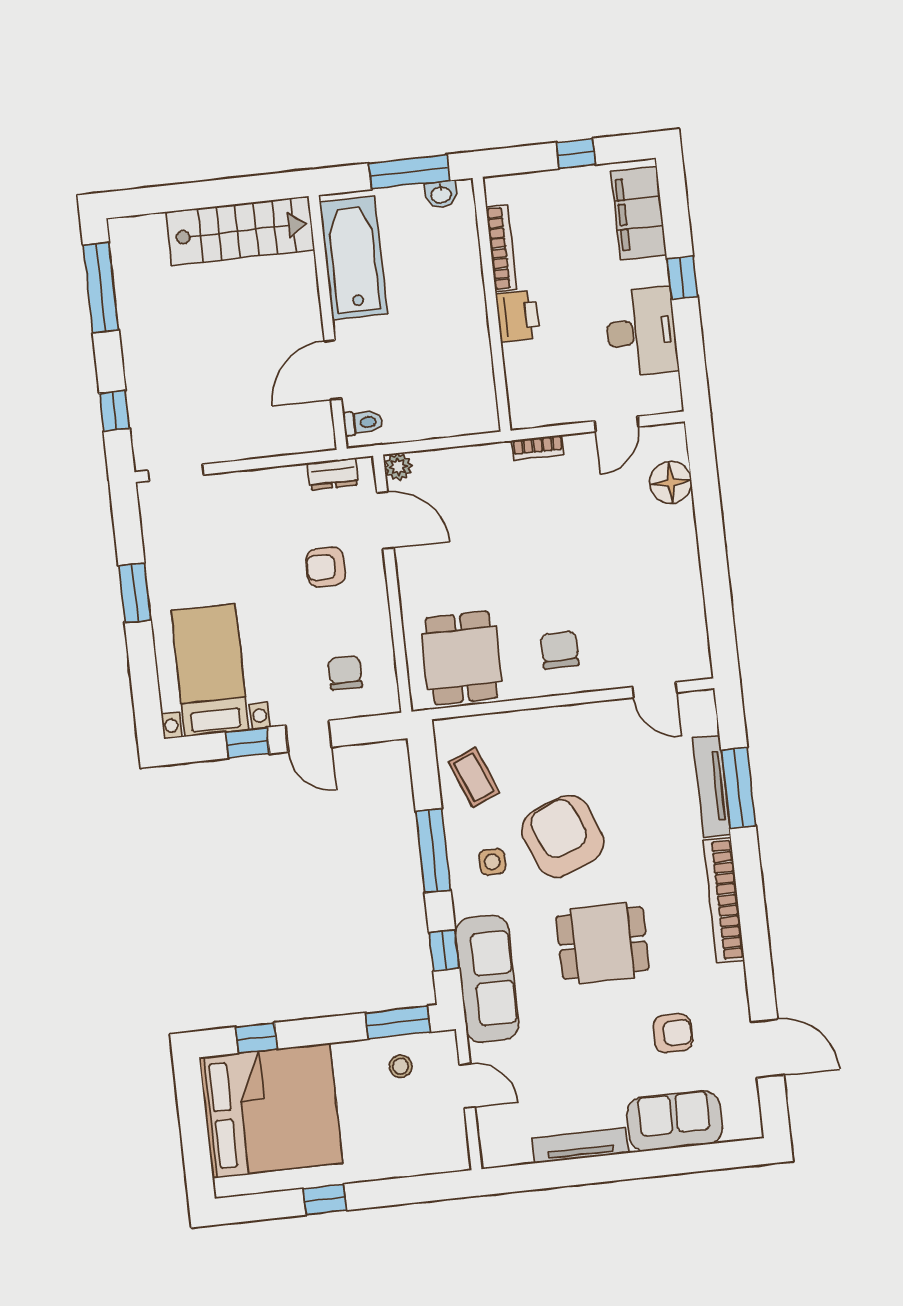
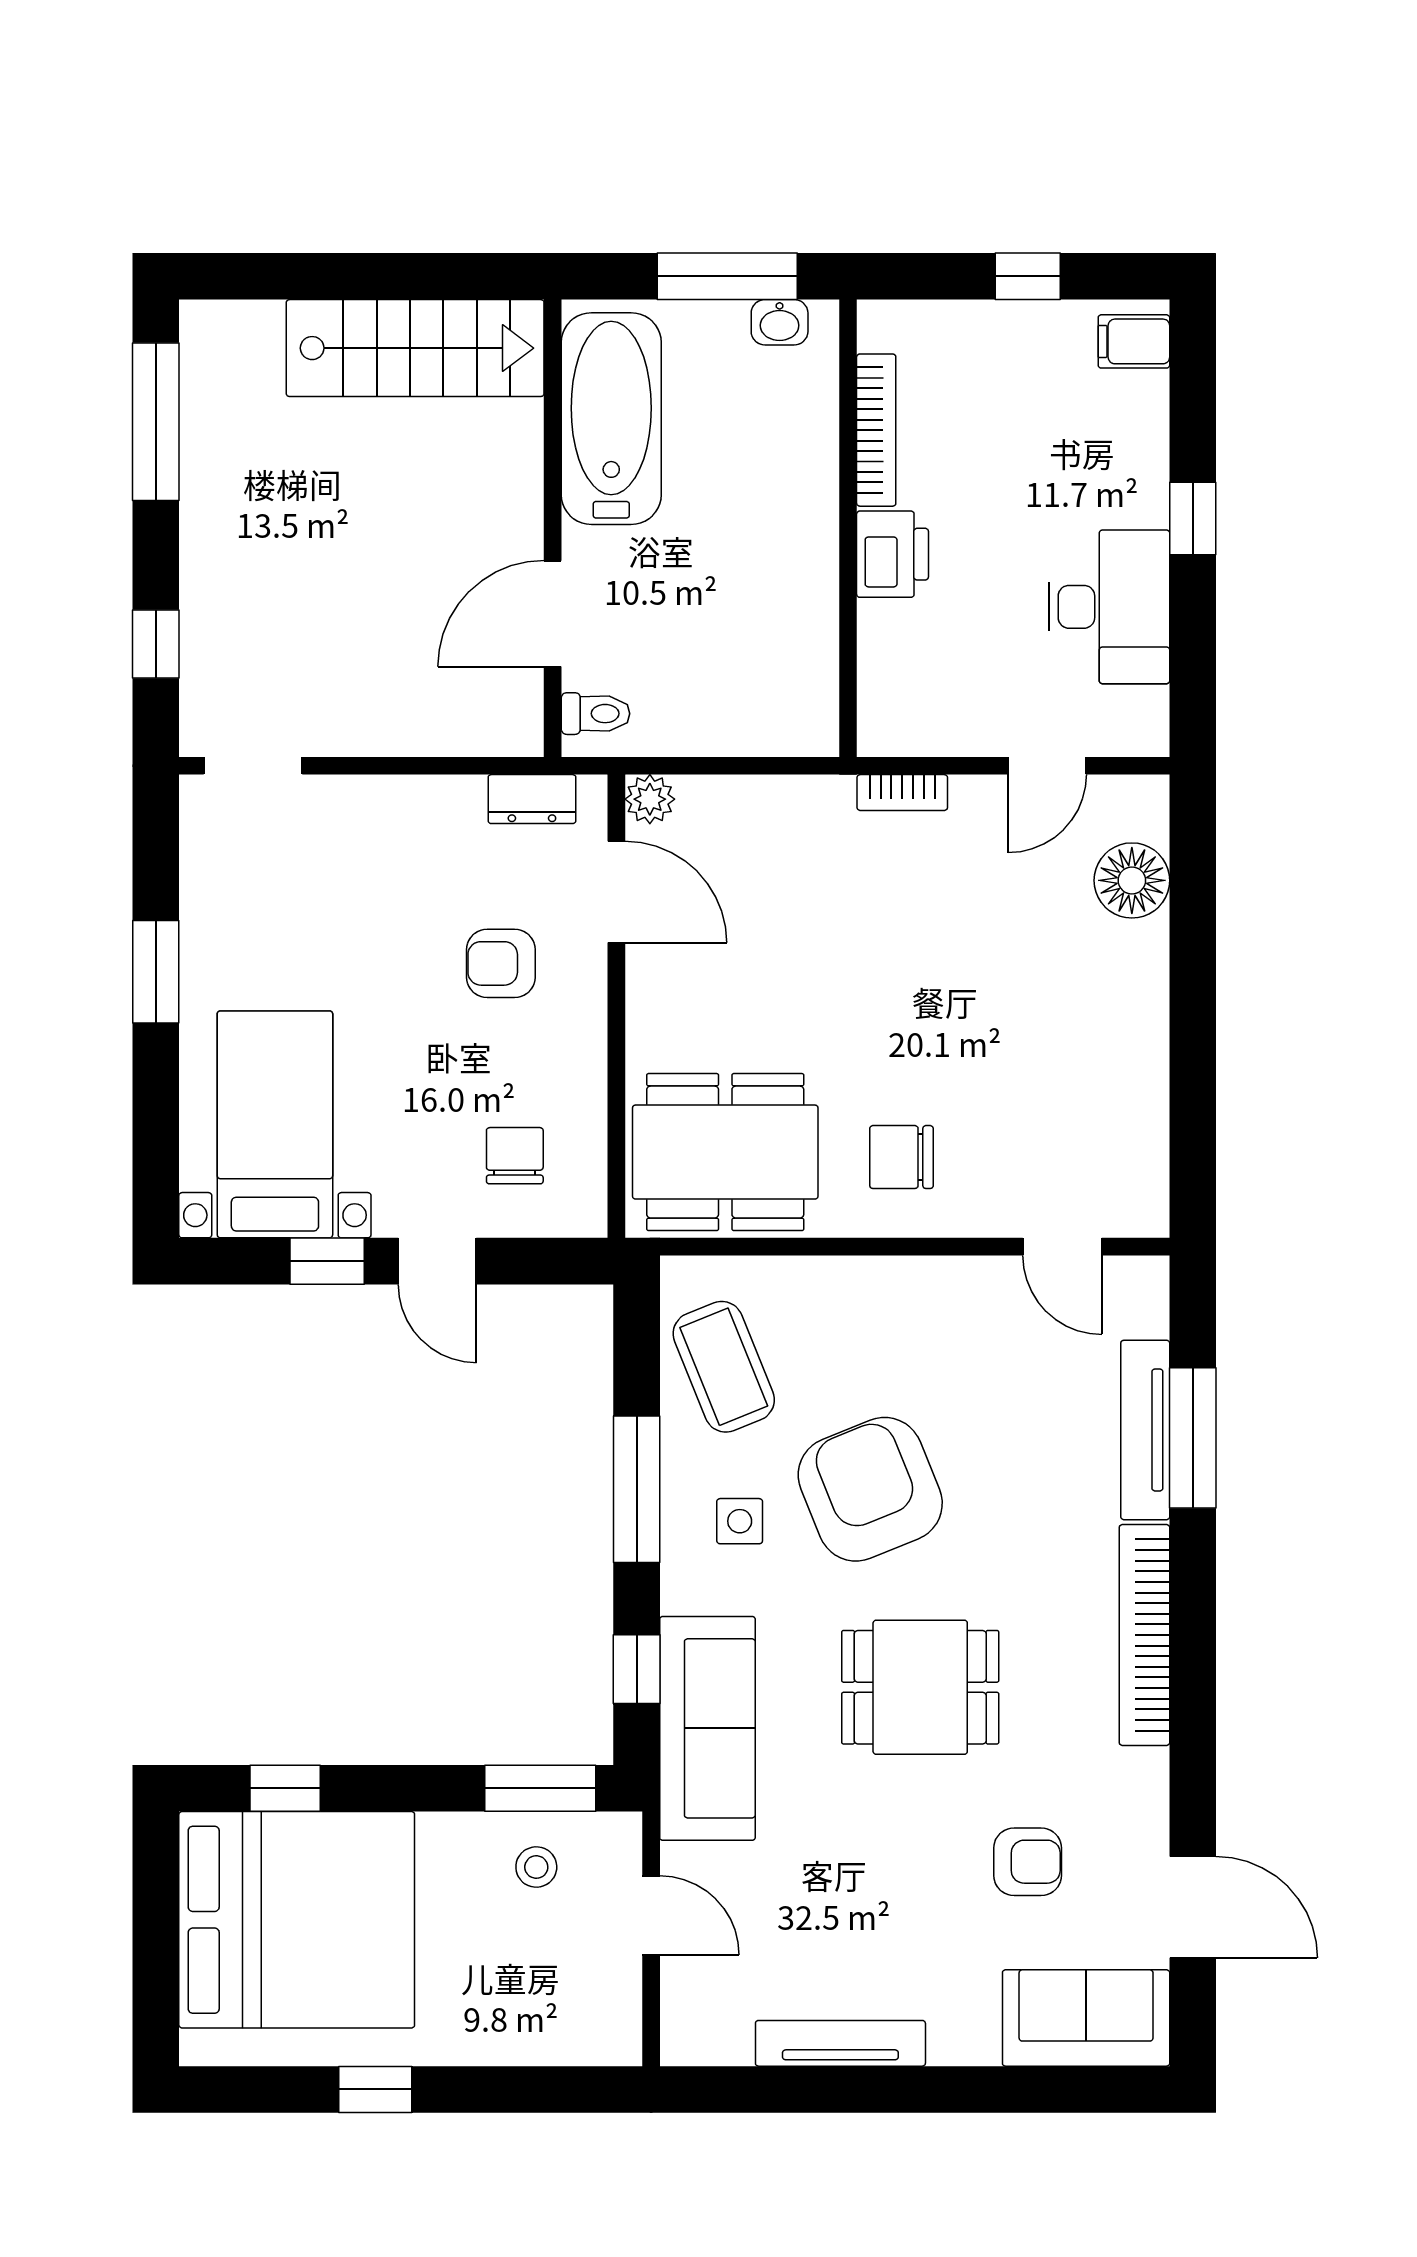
filing cabinet: (639, 213) -> (1134, 341), width x0.33, depth x0.86
chair: (560, 650) -> (901, 1157), turned -90
dining table: (462, 658) -> (725, 1152), width x1.38
coffee table: (474, 777) -> (724, 1367), width x1.36, depth x1.30
sofa: (675, 1121) -> (1086, 2018), moved

